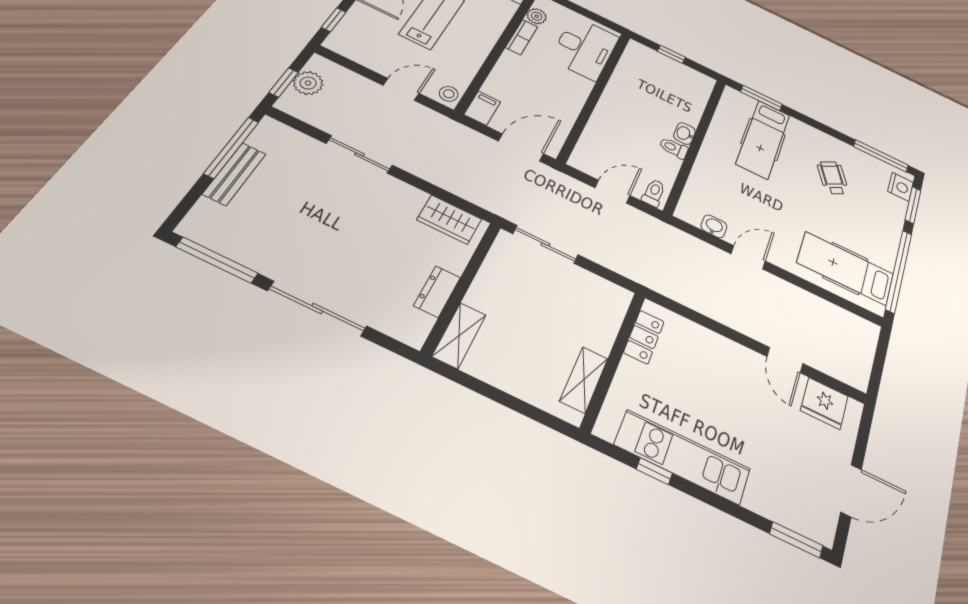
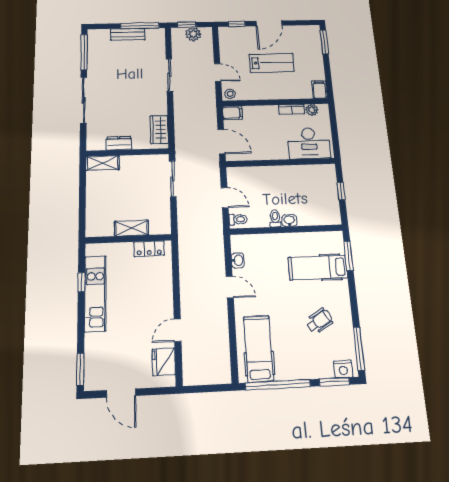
shelving: (584, 380) -> (131, 228), moved

